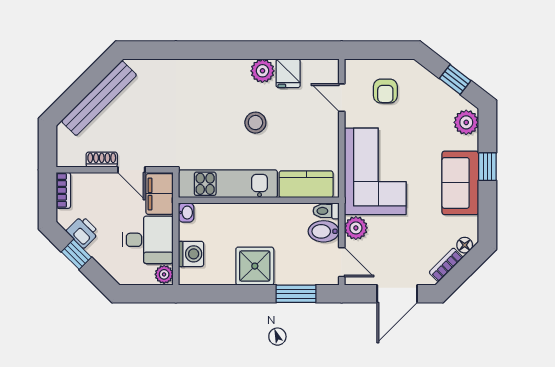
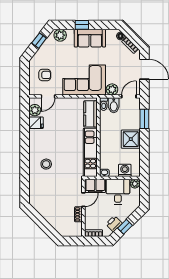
plant: (262, 71) -> (35, 110), moved
bench: (99, 98) -> (48, 216), removed
stool: (255, 123) -> (46, 164), moved

